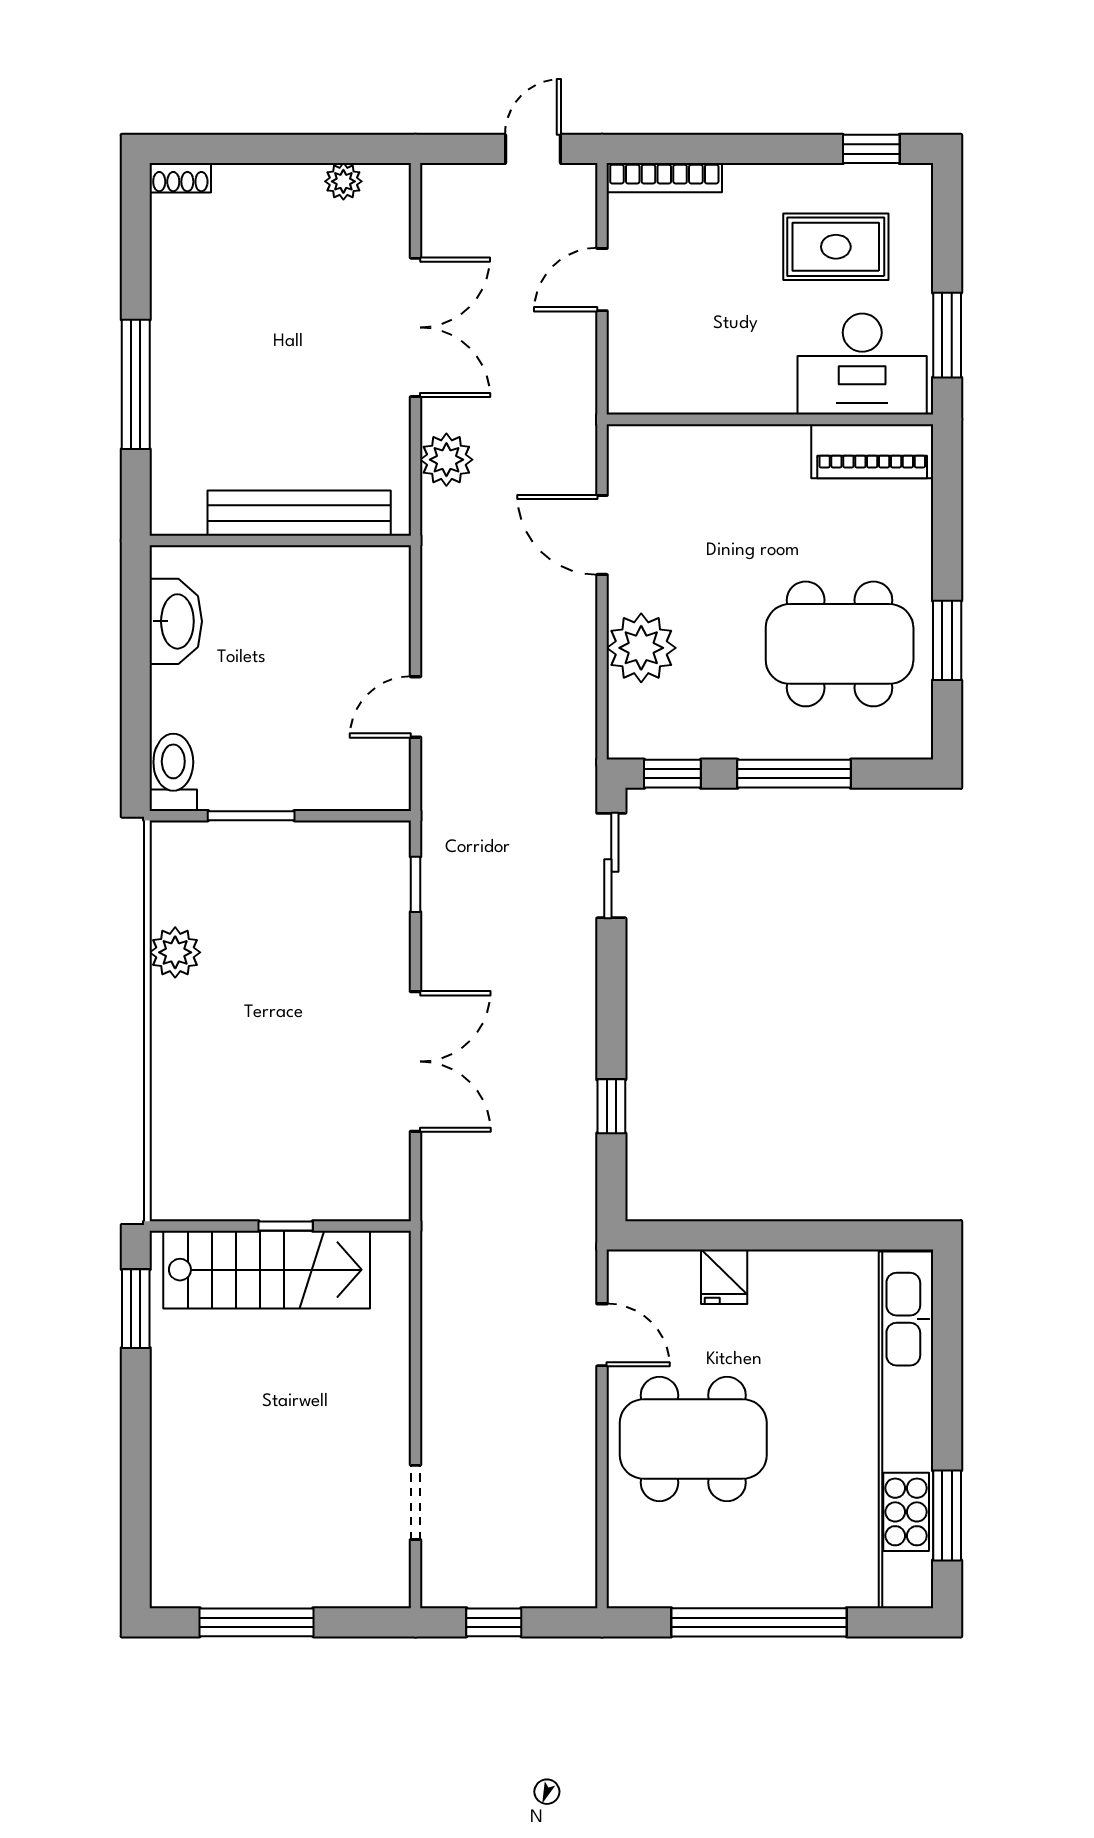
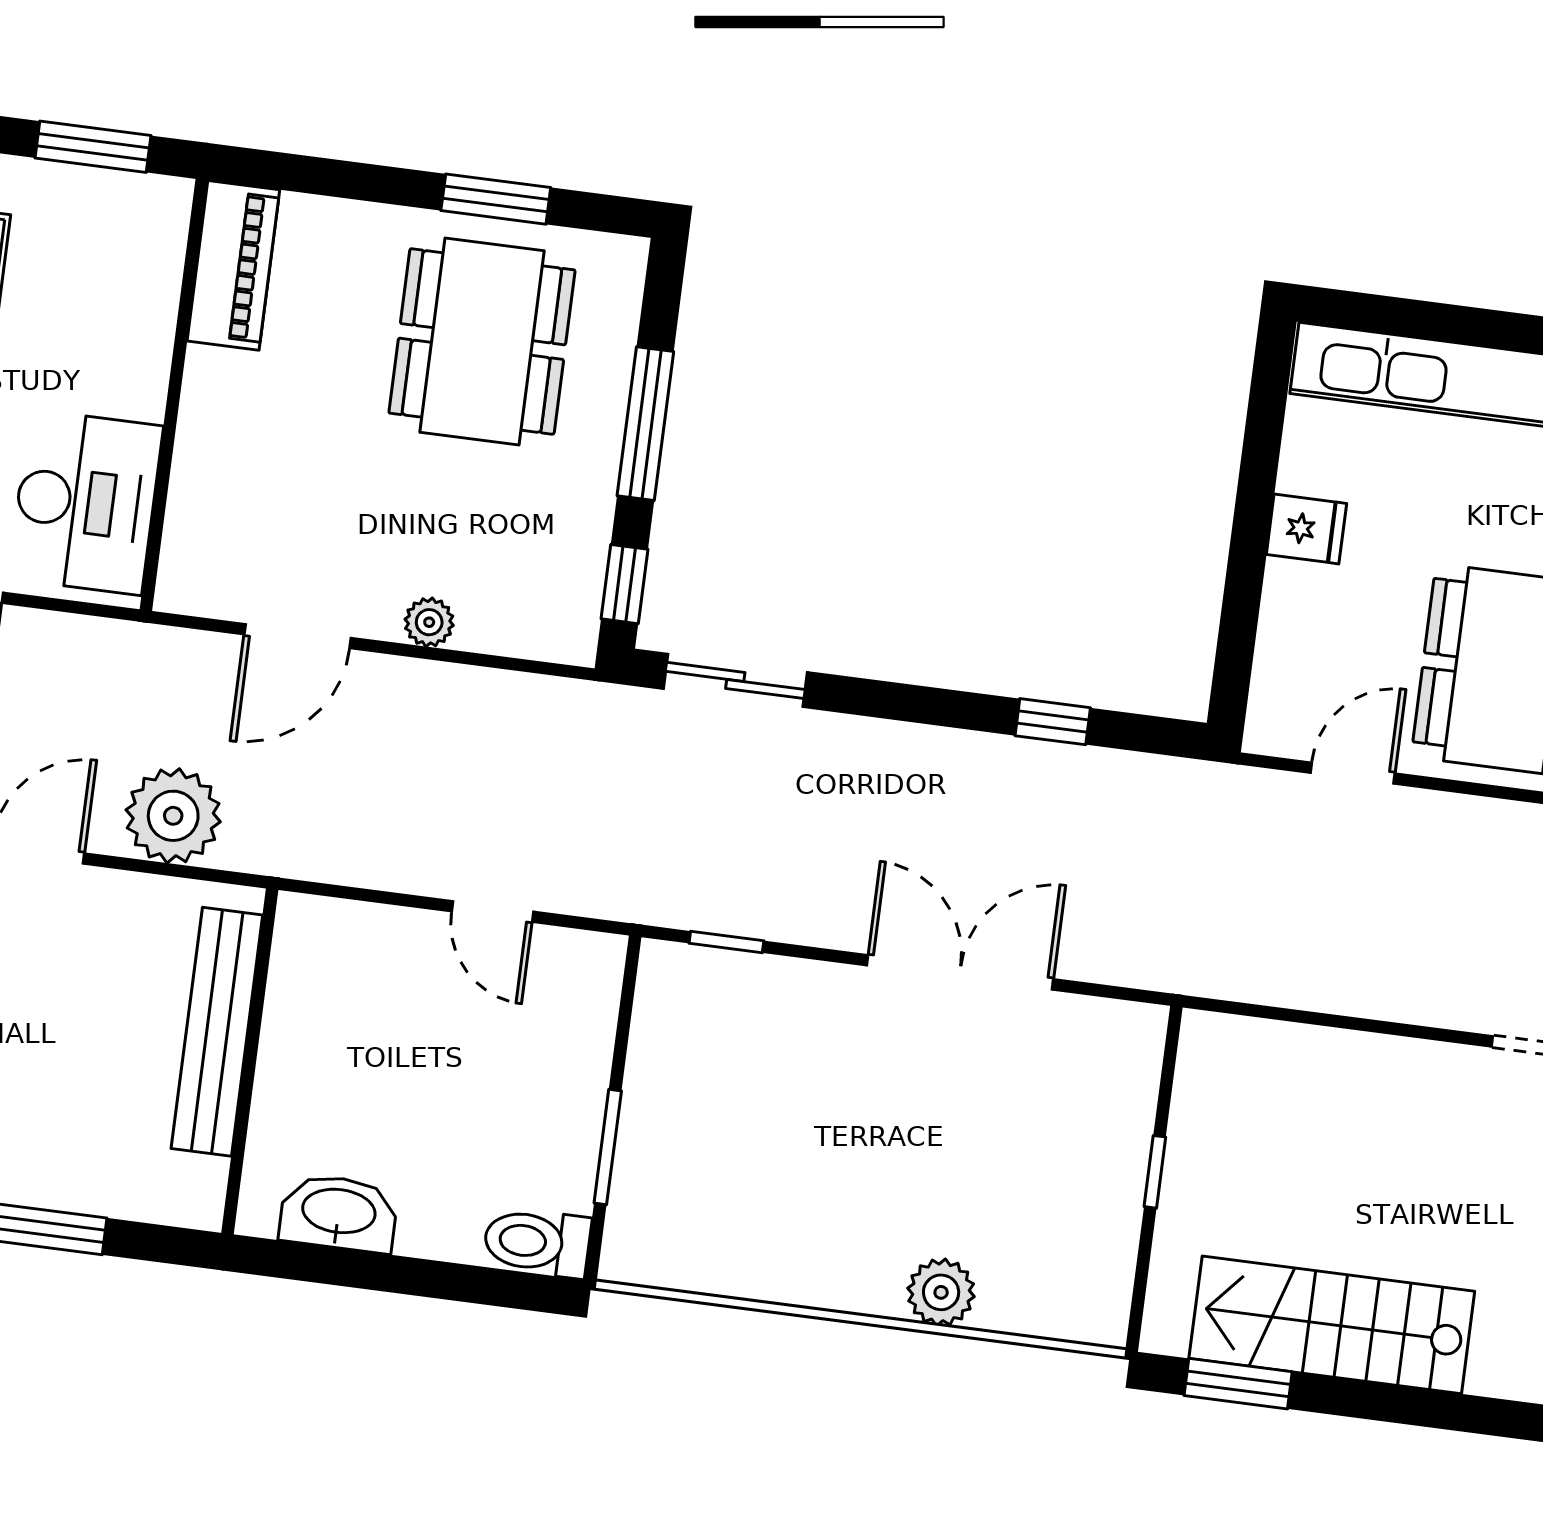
desk: (862, 364) -> (86, 502), moved
plant: (446, 460) -> (173, 816), width x1.36, depth x1.36
plant: (641, 648) -> (429, 622), width x0.53, depth x0.53
plant: (175, 952) -> (941, 1292), moved
stairs: (267, 1270) -> (1332, 1325), moved, turned -90
fridge: (724, 1277) -> (1306, 529), moved

